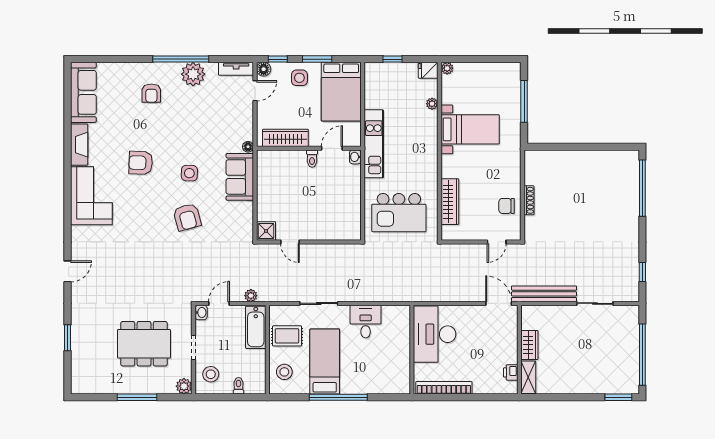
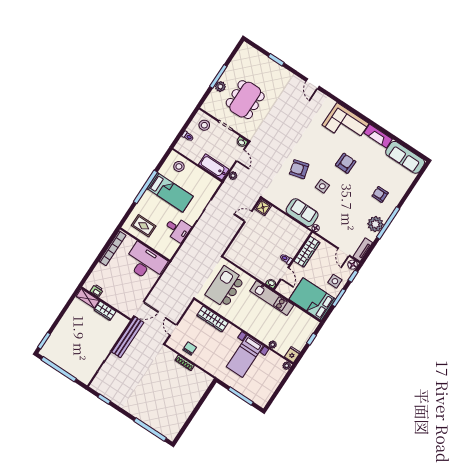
rug: (287, 336) -> (144, 226), moved, turned 90
plant: (184, 386) -> (220, 87), moved

